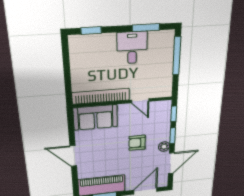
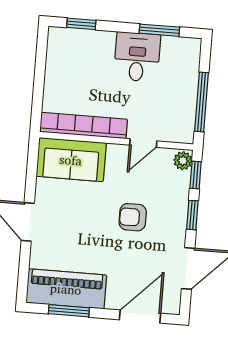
window: (177, 56) -> (201, 102), moved
door: (140, 101) -> (143, 143), hinge flipped
plant: (164, 146) -> (183, 161), moved

